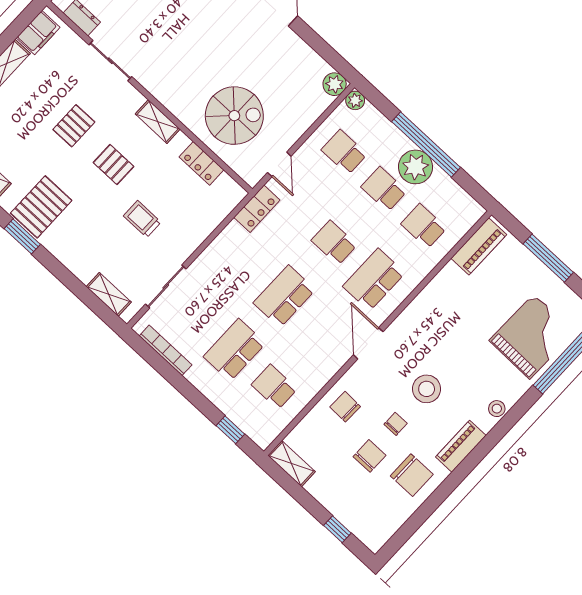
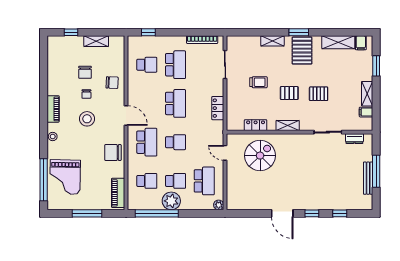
filing cabinet: (38, 33) -> (366, 112), width x0.50
plant: (335, 84) -> (232, 204), removed
spiral stairs: (234, 116) -> (260, 156), turned 180
pallet: (74, 126) -> (319, 94), turned 90
window: (426, 144) -> (157, 213), moved
school desk: (344, 152) -> (204, 181), width x1.85
locker: (257, 209) -> (218, 108), moved
shelving: (109, 294) -> (272, 41), moved
shelving: (292, 464) -> (96, 41), moved
chair: (412, 475) -> (113, 152), moved

